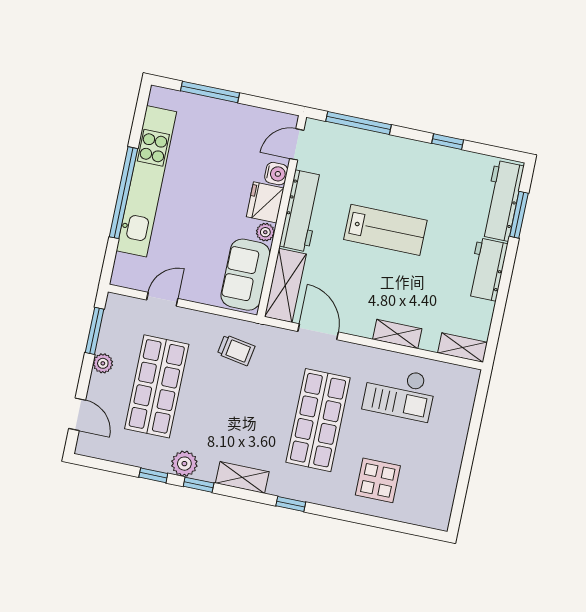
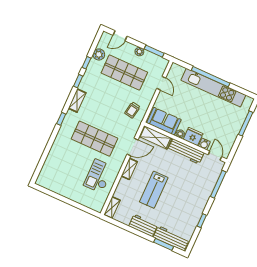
lab bench: (385, 230) -> (154, 190), moved
shelving: (397, 334) -> (129, 169), moved
plant: (184, 464) -> (99, 54), moved
display table: (378, 480) -> (63, 158), removed

